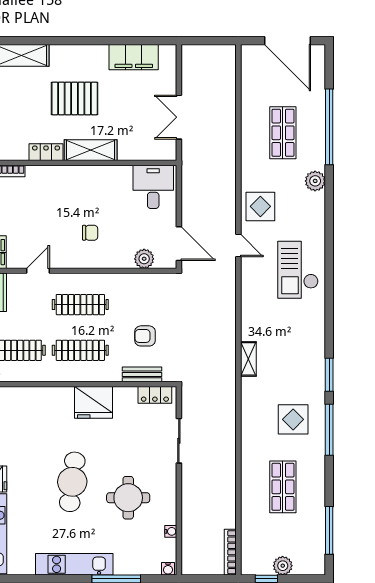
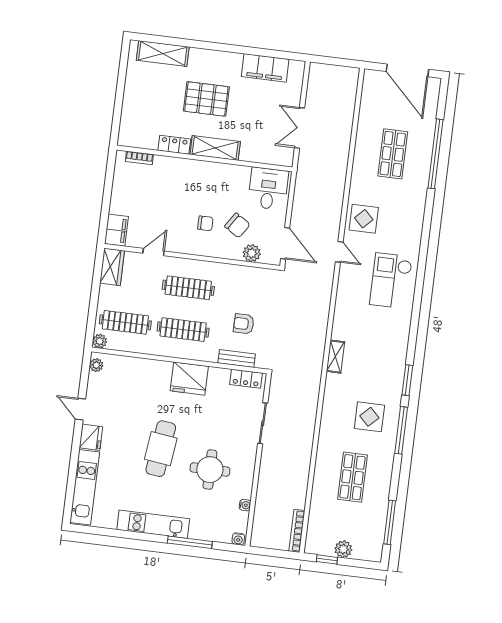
plant: (315, 181) -> (417, 202), removed
chair: (125, 231) -> (237, 225), added

